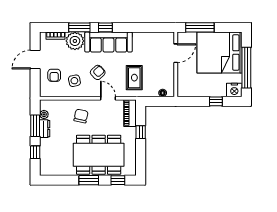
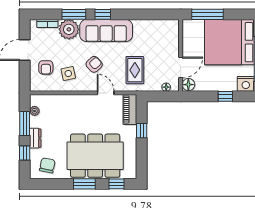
door: (176, 53) -> (181, 67), moved
floor lamp: (183, 91) -> (188, 85), added
chair: (81, 116) -> (47, 165), moved
dresser: (45, 129) -> (35, 138), moved

